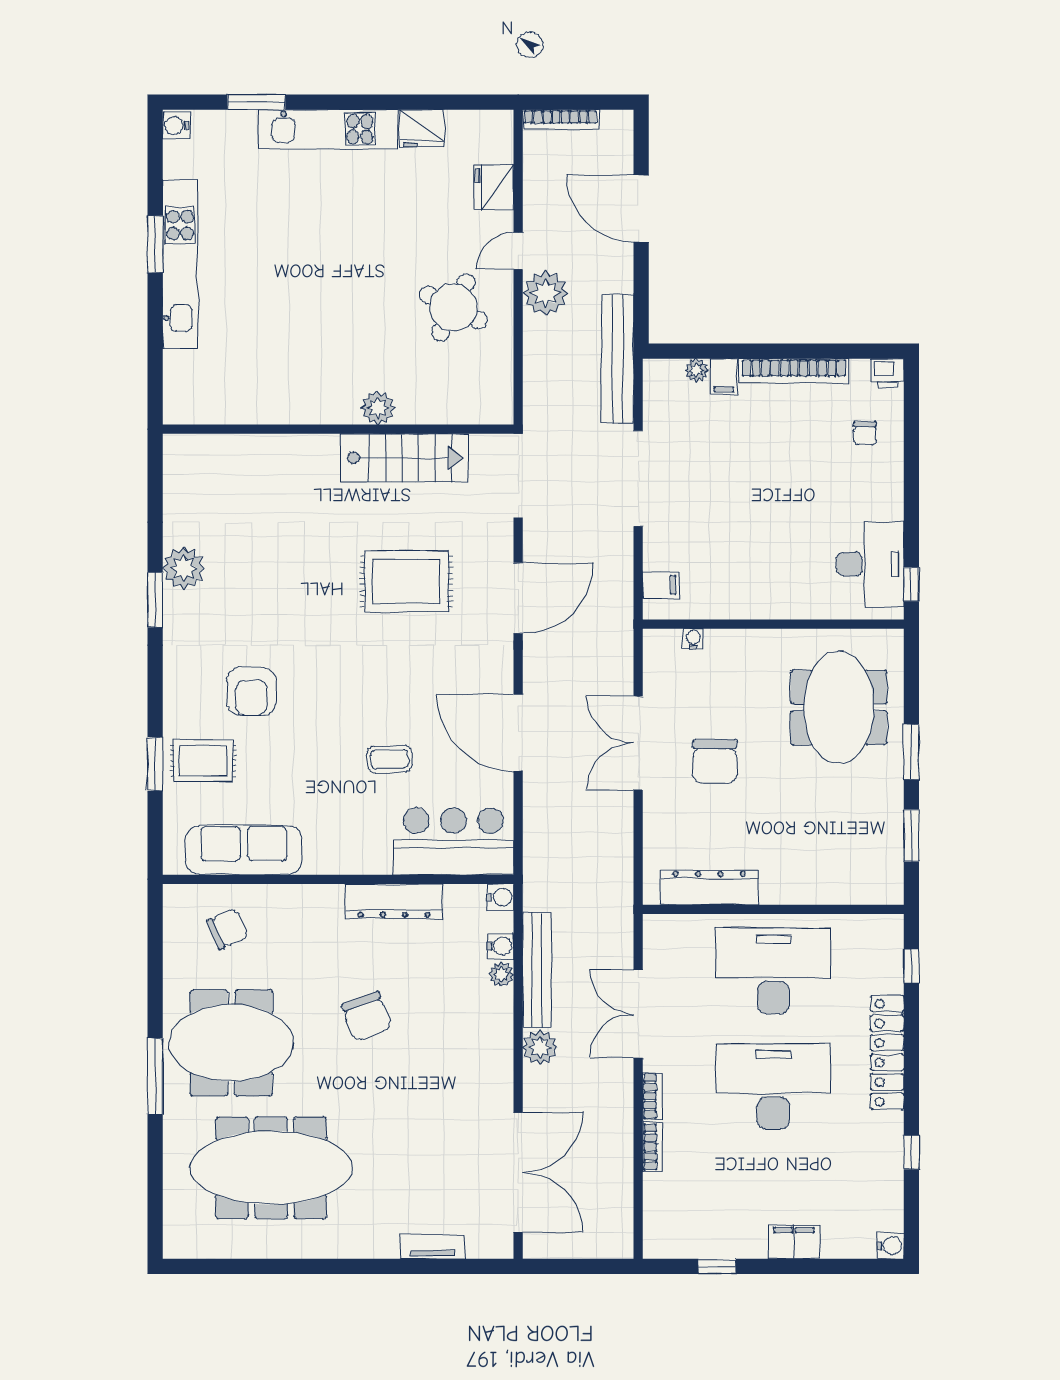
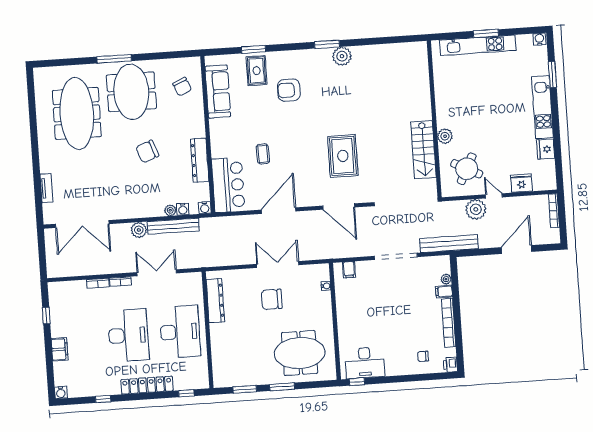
plant: (378, 408) -> (445, 136), moved
wall: (338, 429) -> (434, 119), moved
stairs: (404, 458) -> (423, 150), moved

